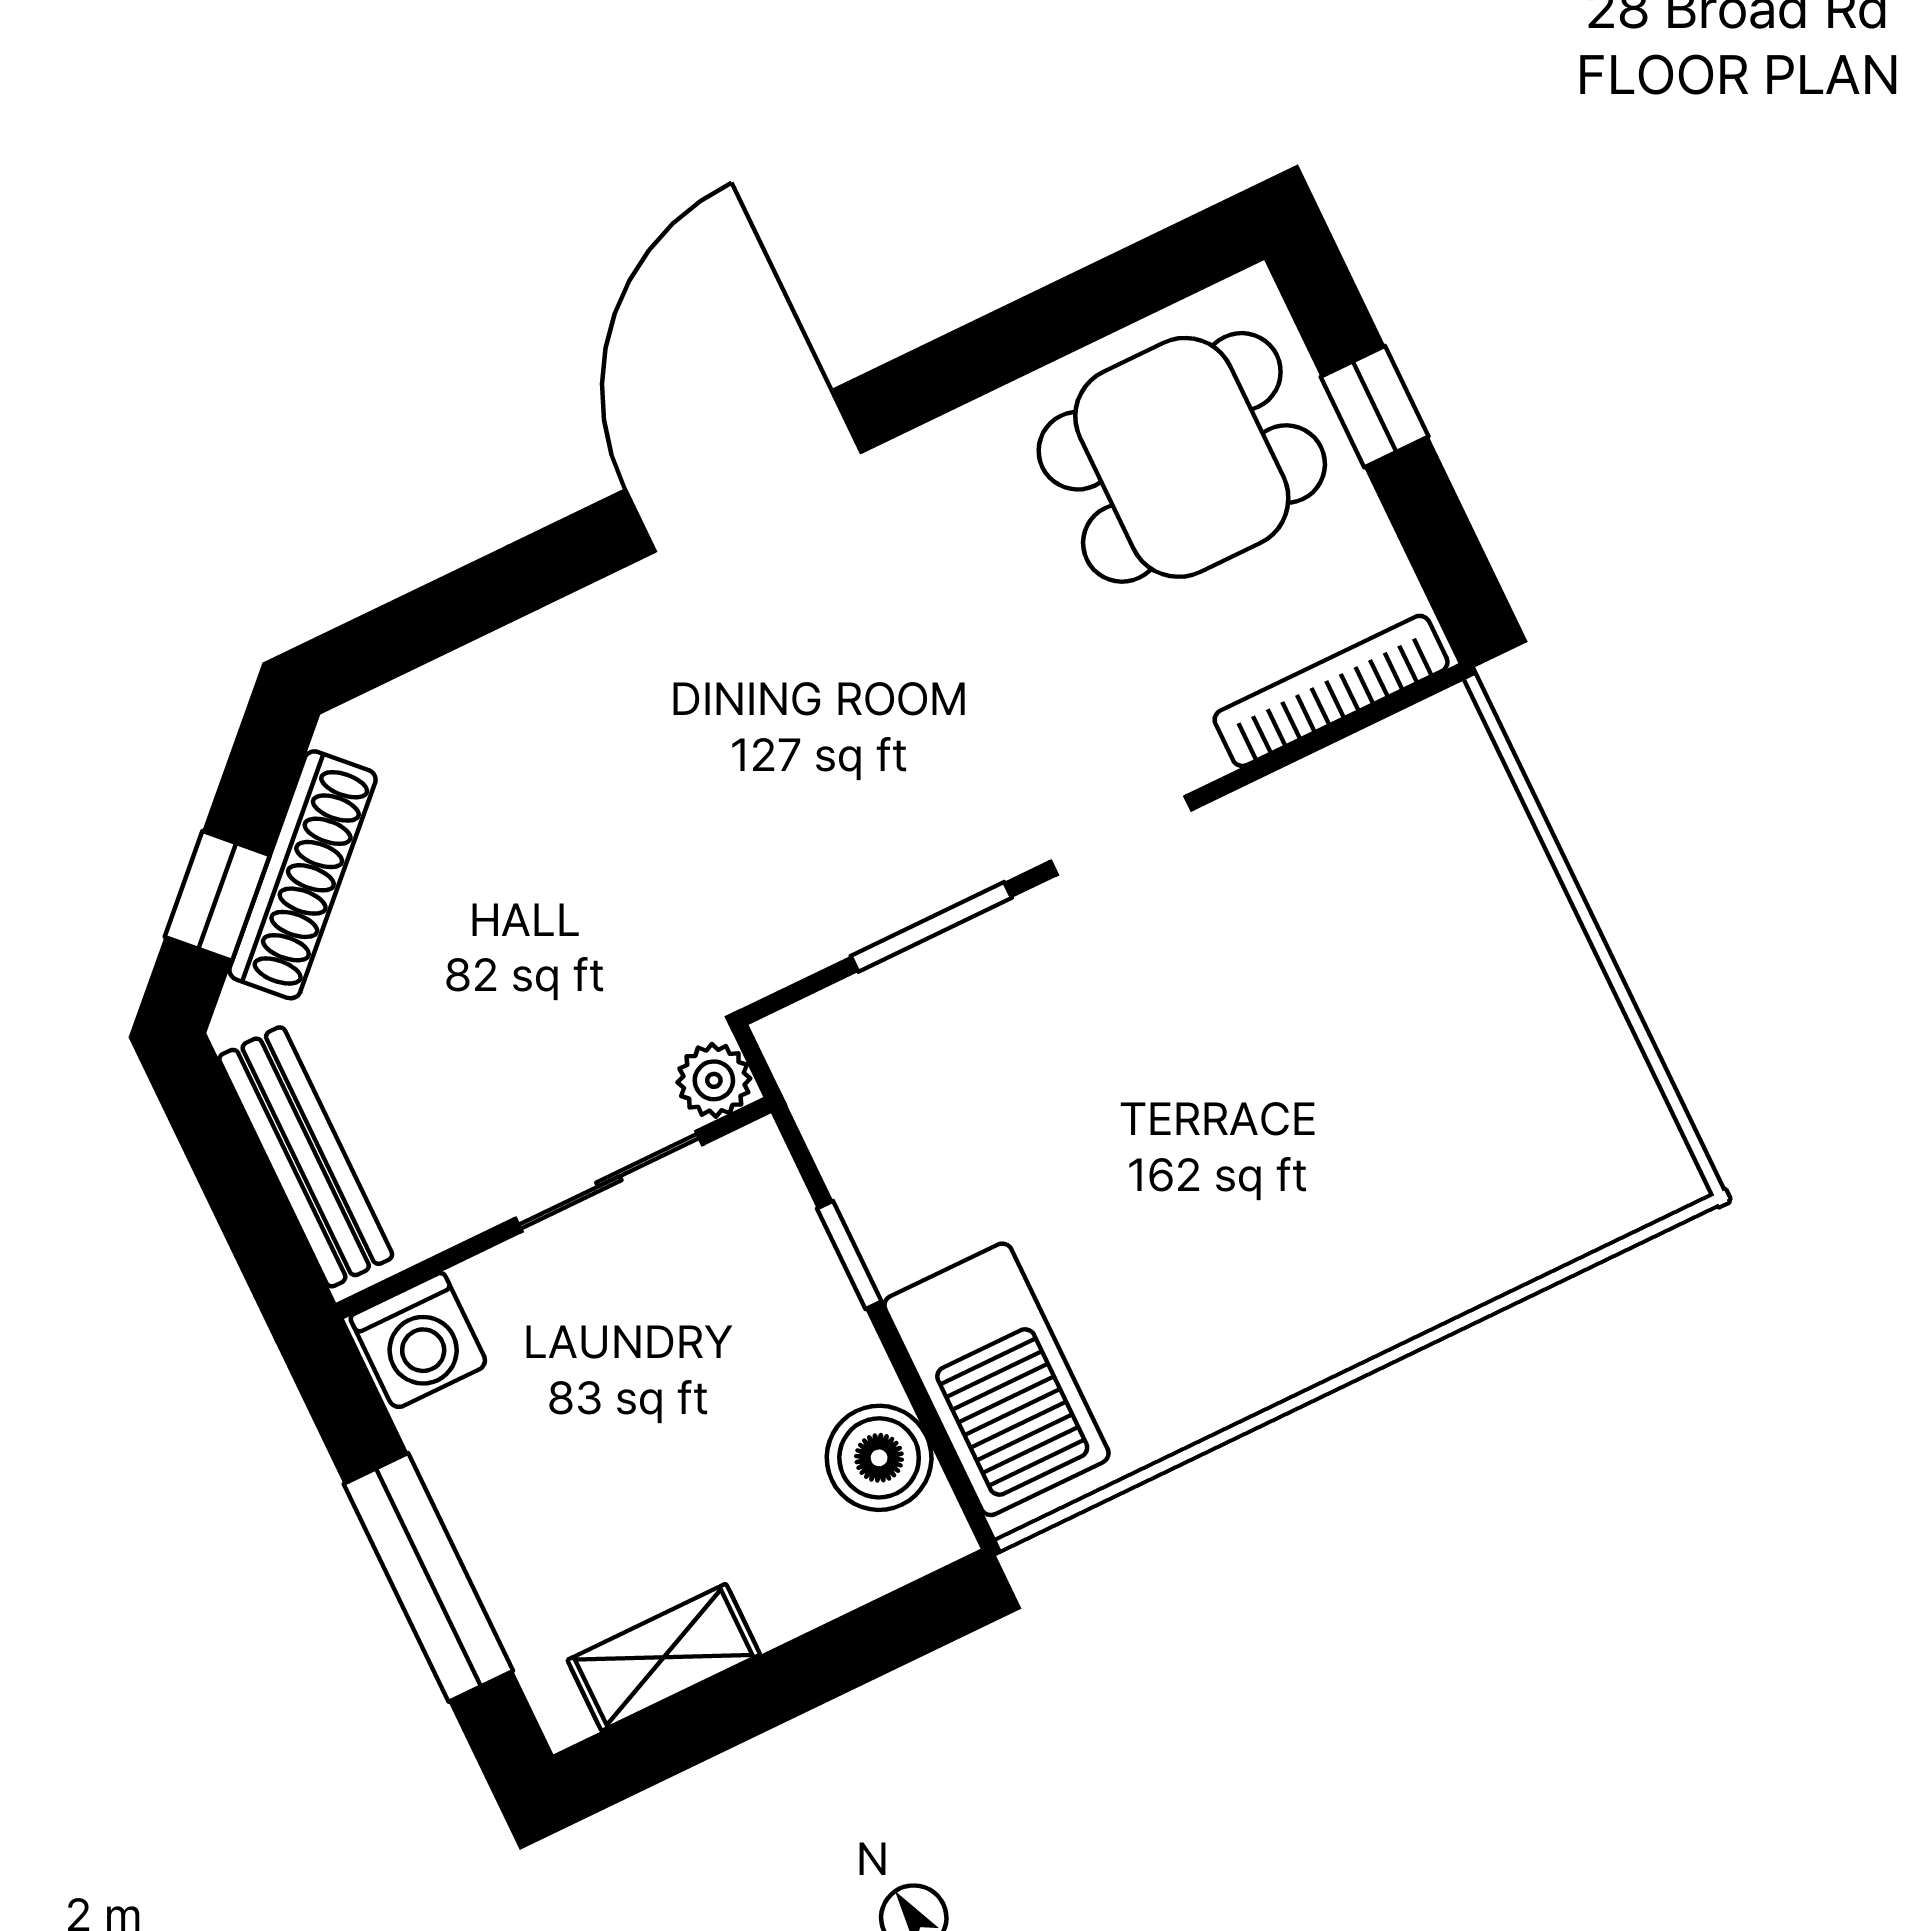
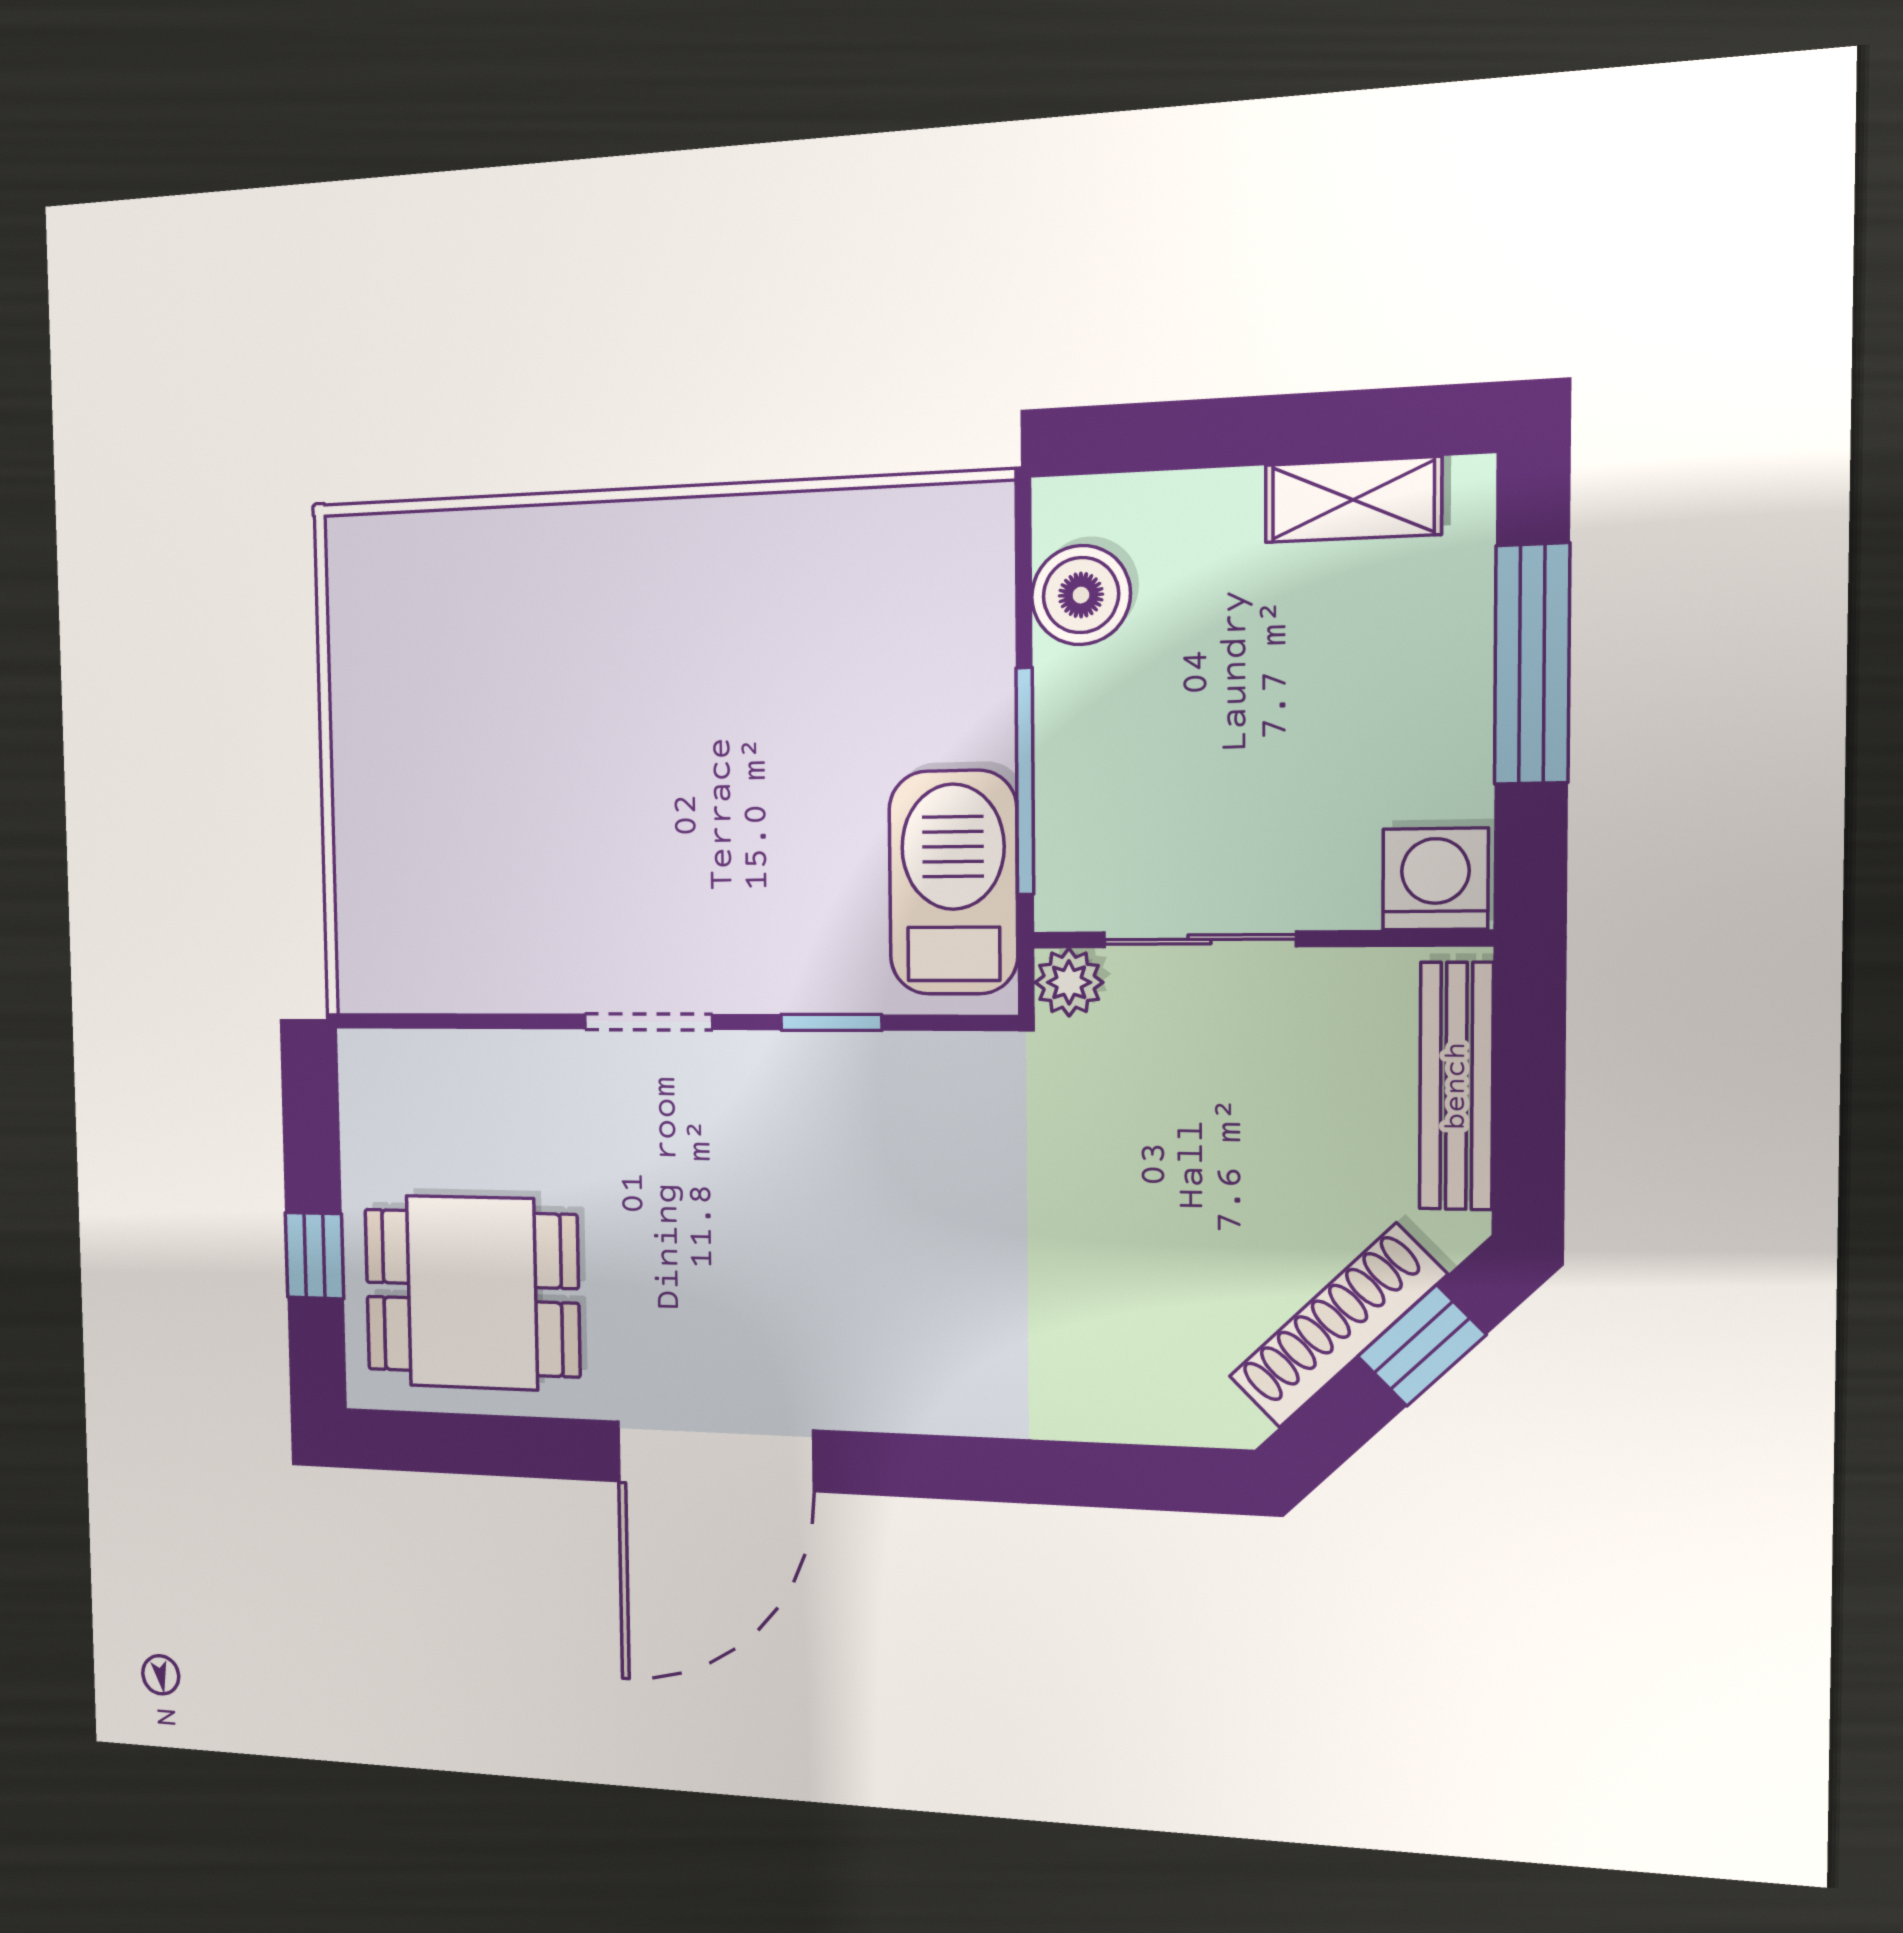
door: (743, 471) -> (715, 1456), moved
bookcase: (1331, 691) -> (439, 1055), removed
window: (931, 927) -> (831, 1022), width x0.67
window: (849, 1255) -> (1025, 781), width x2.17
barbecue: (997, 1379) -> (953, 883), moved

